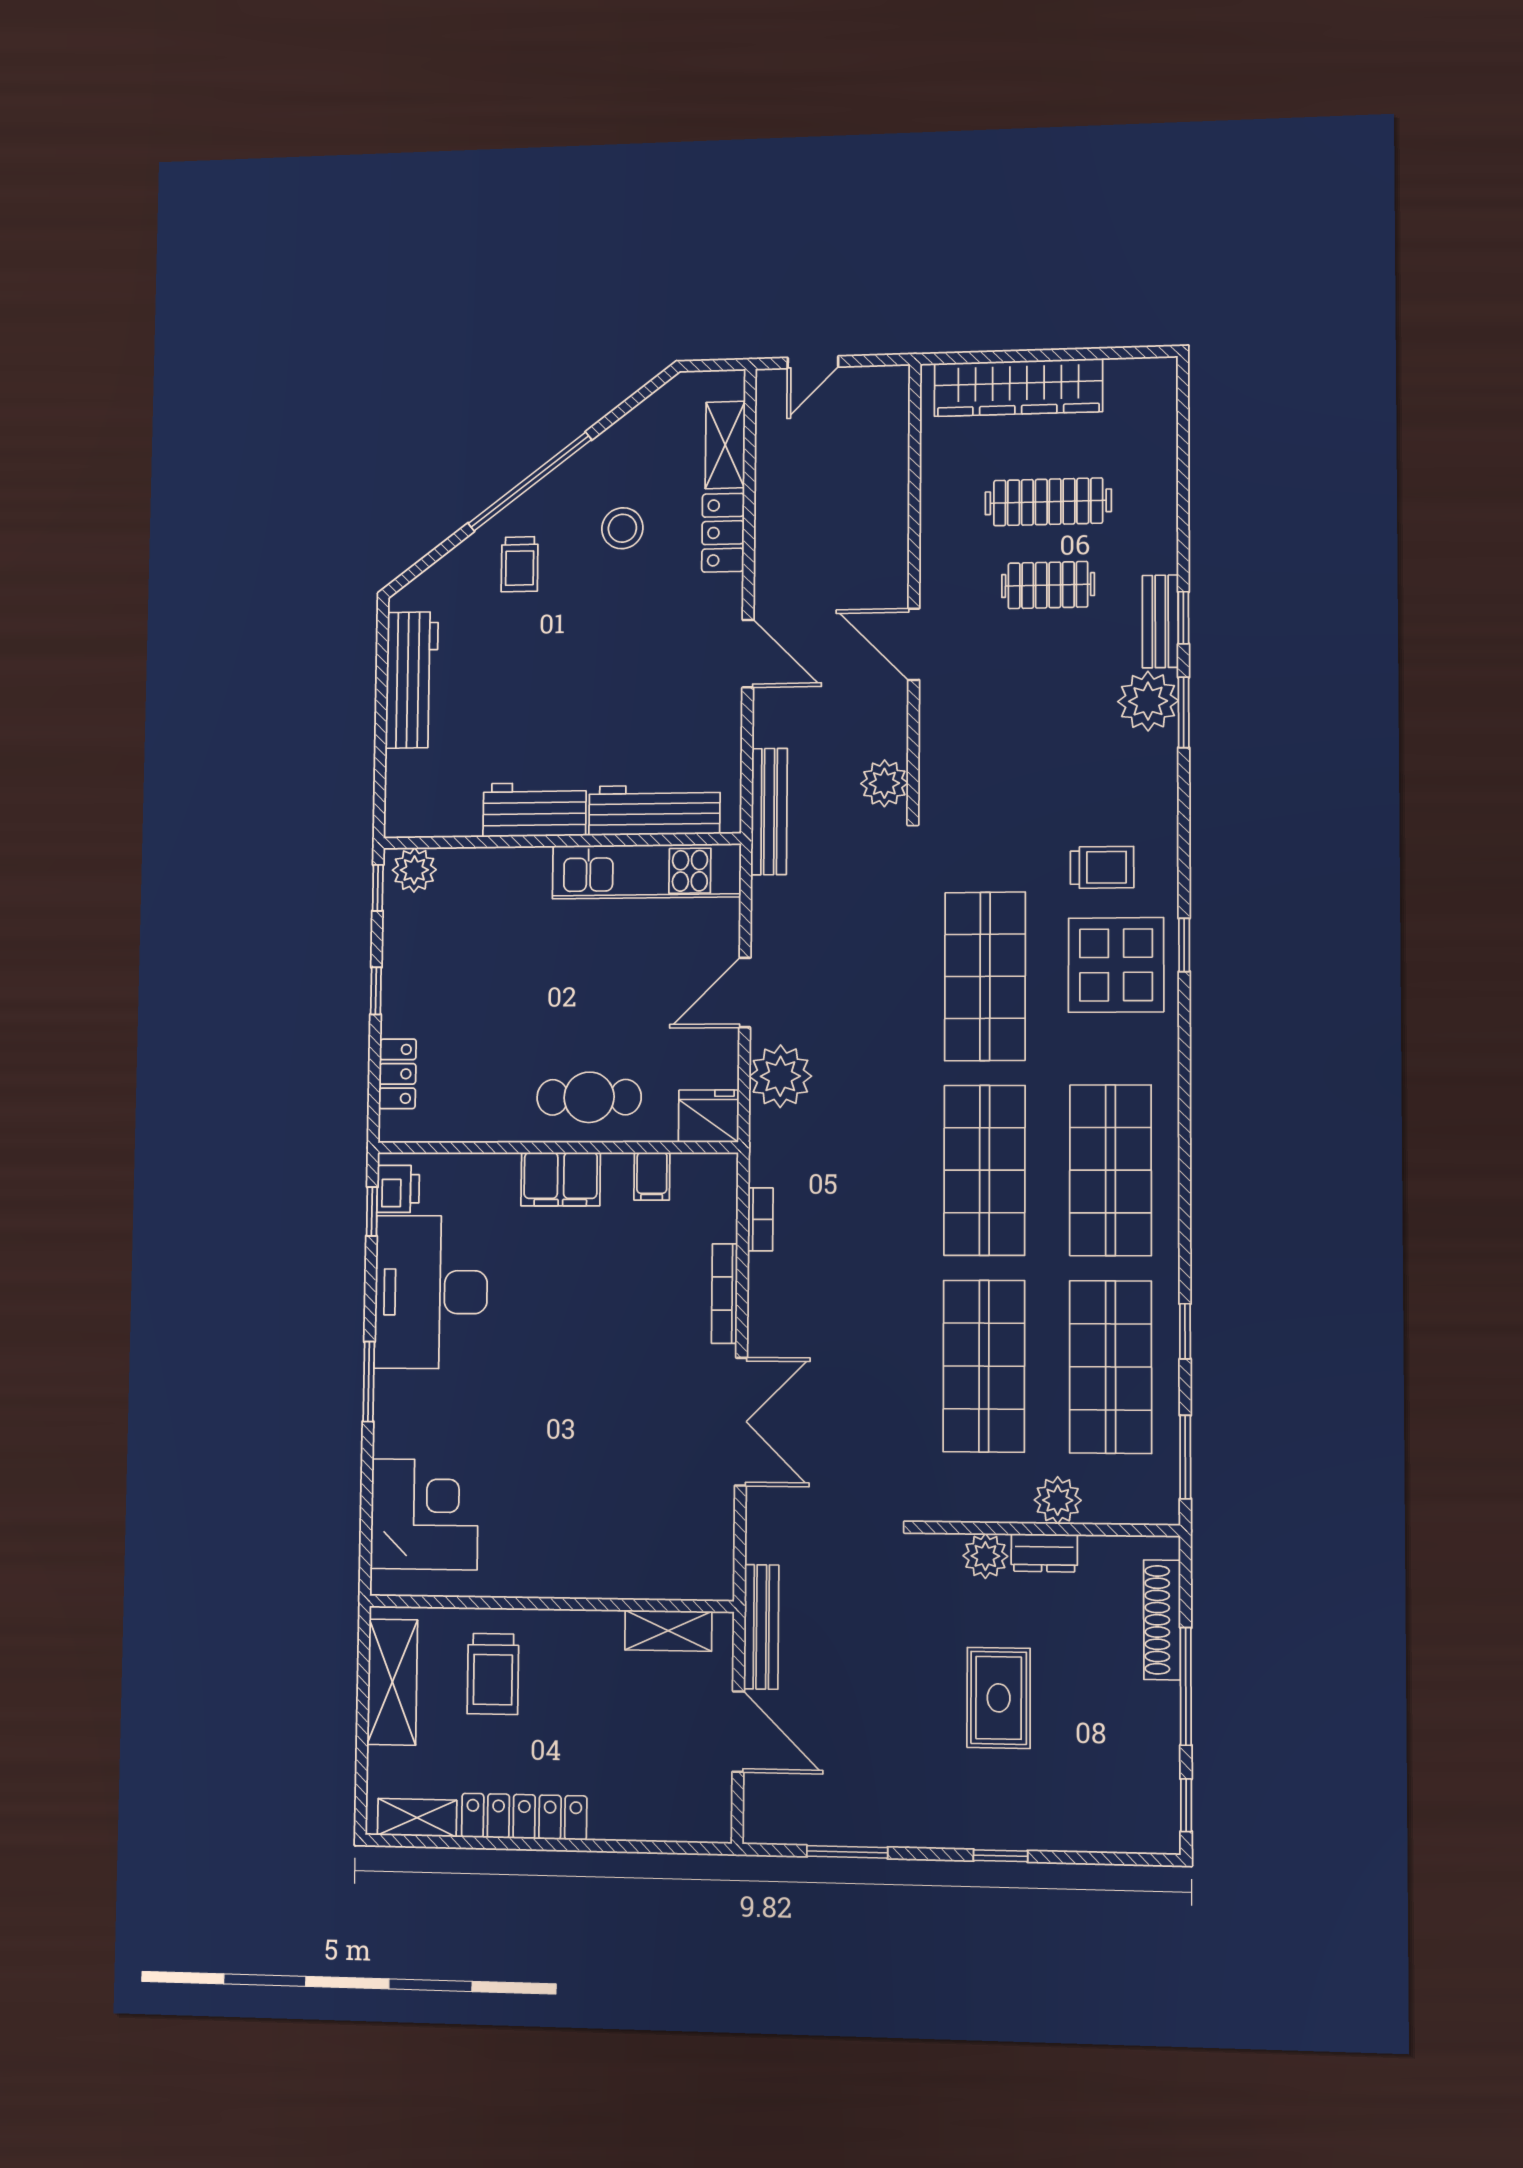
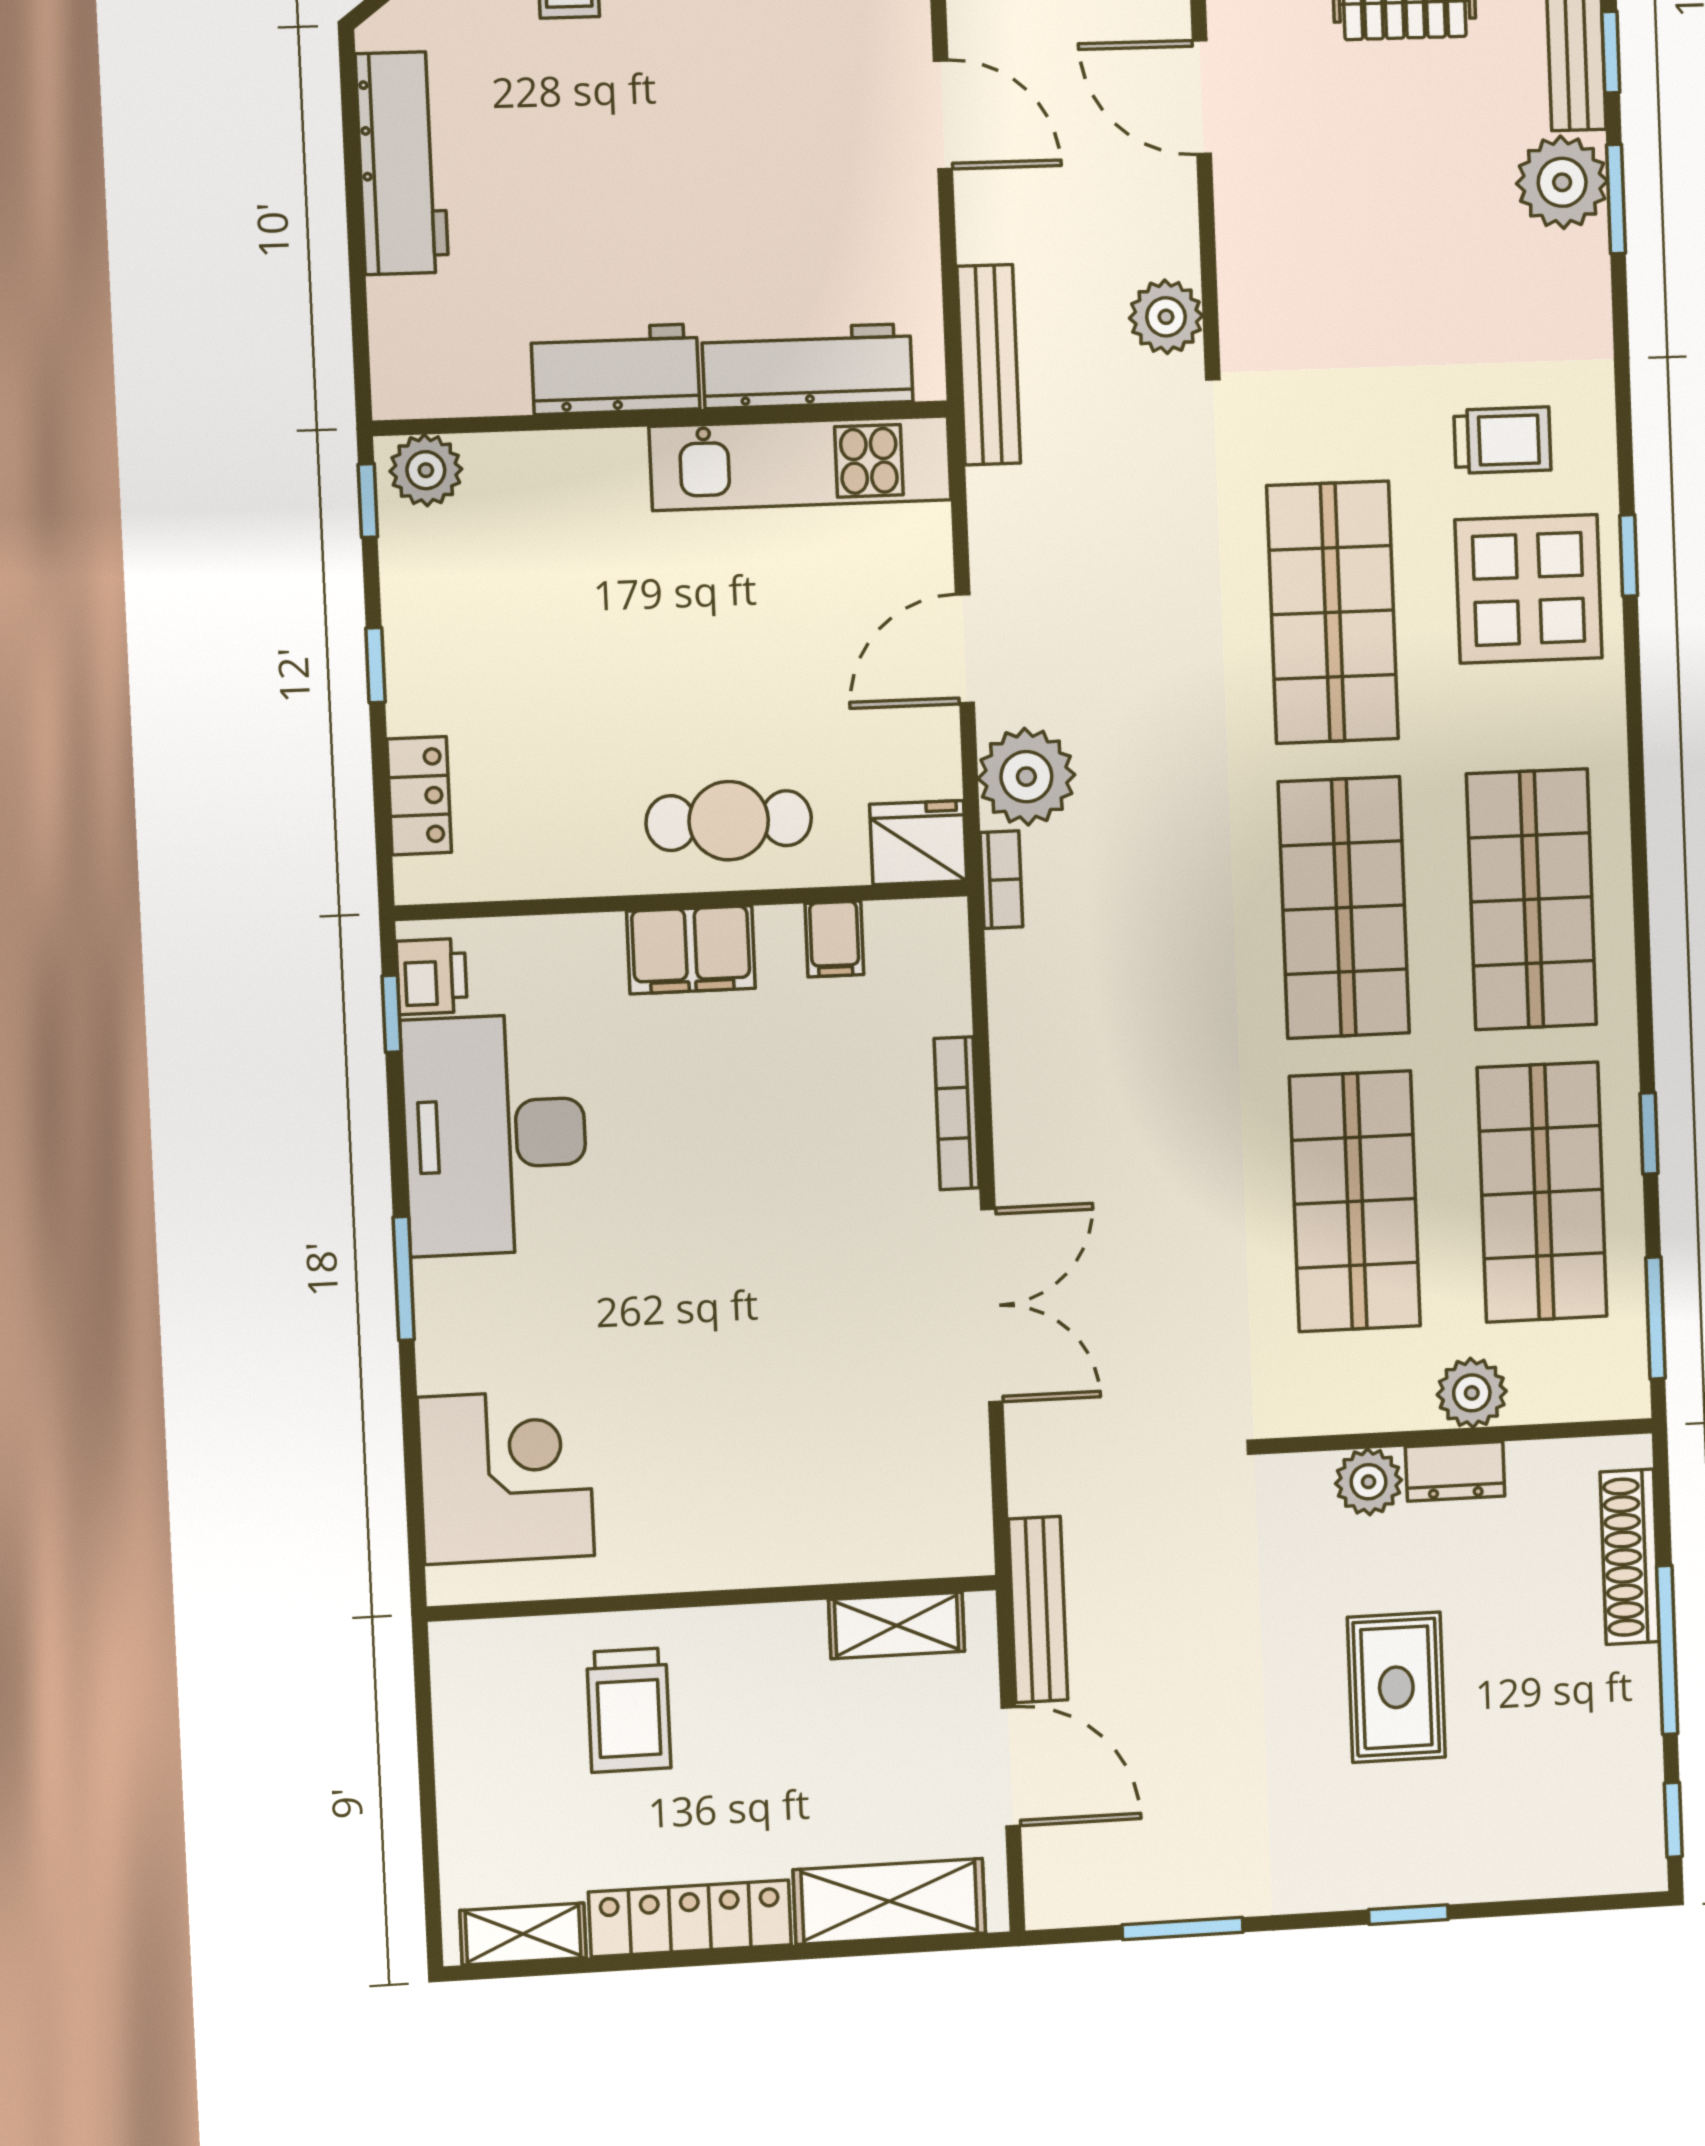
bookcase: (760, 1219) -> (1001, 880), moved
shelving: (392, 1682) -> (889, 1901), moved, turned 90

